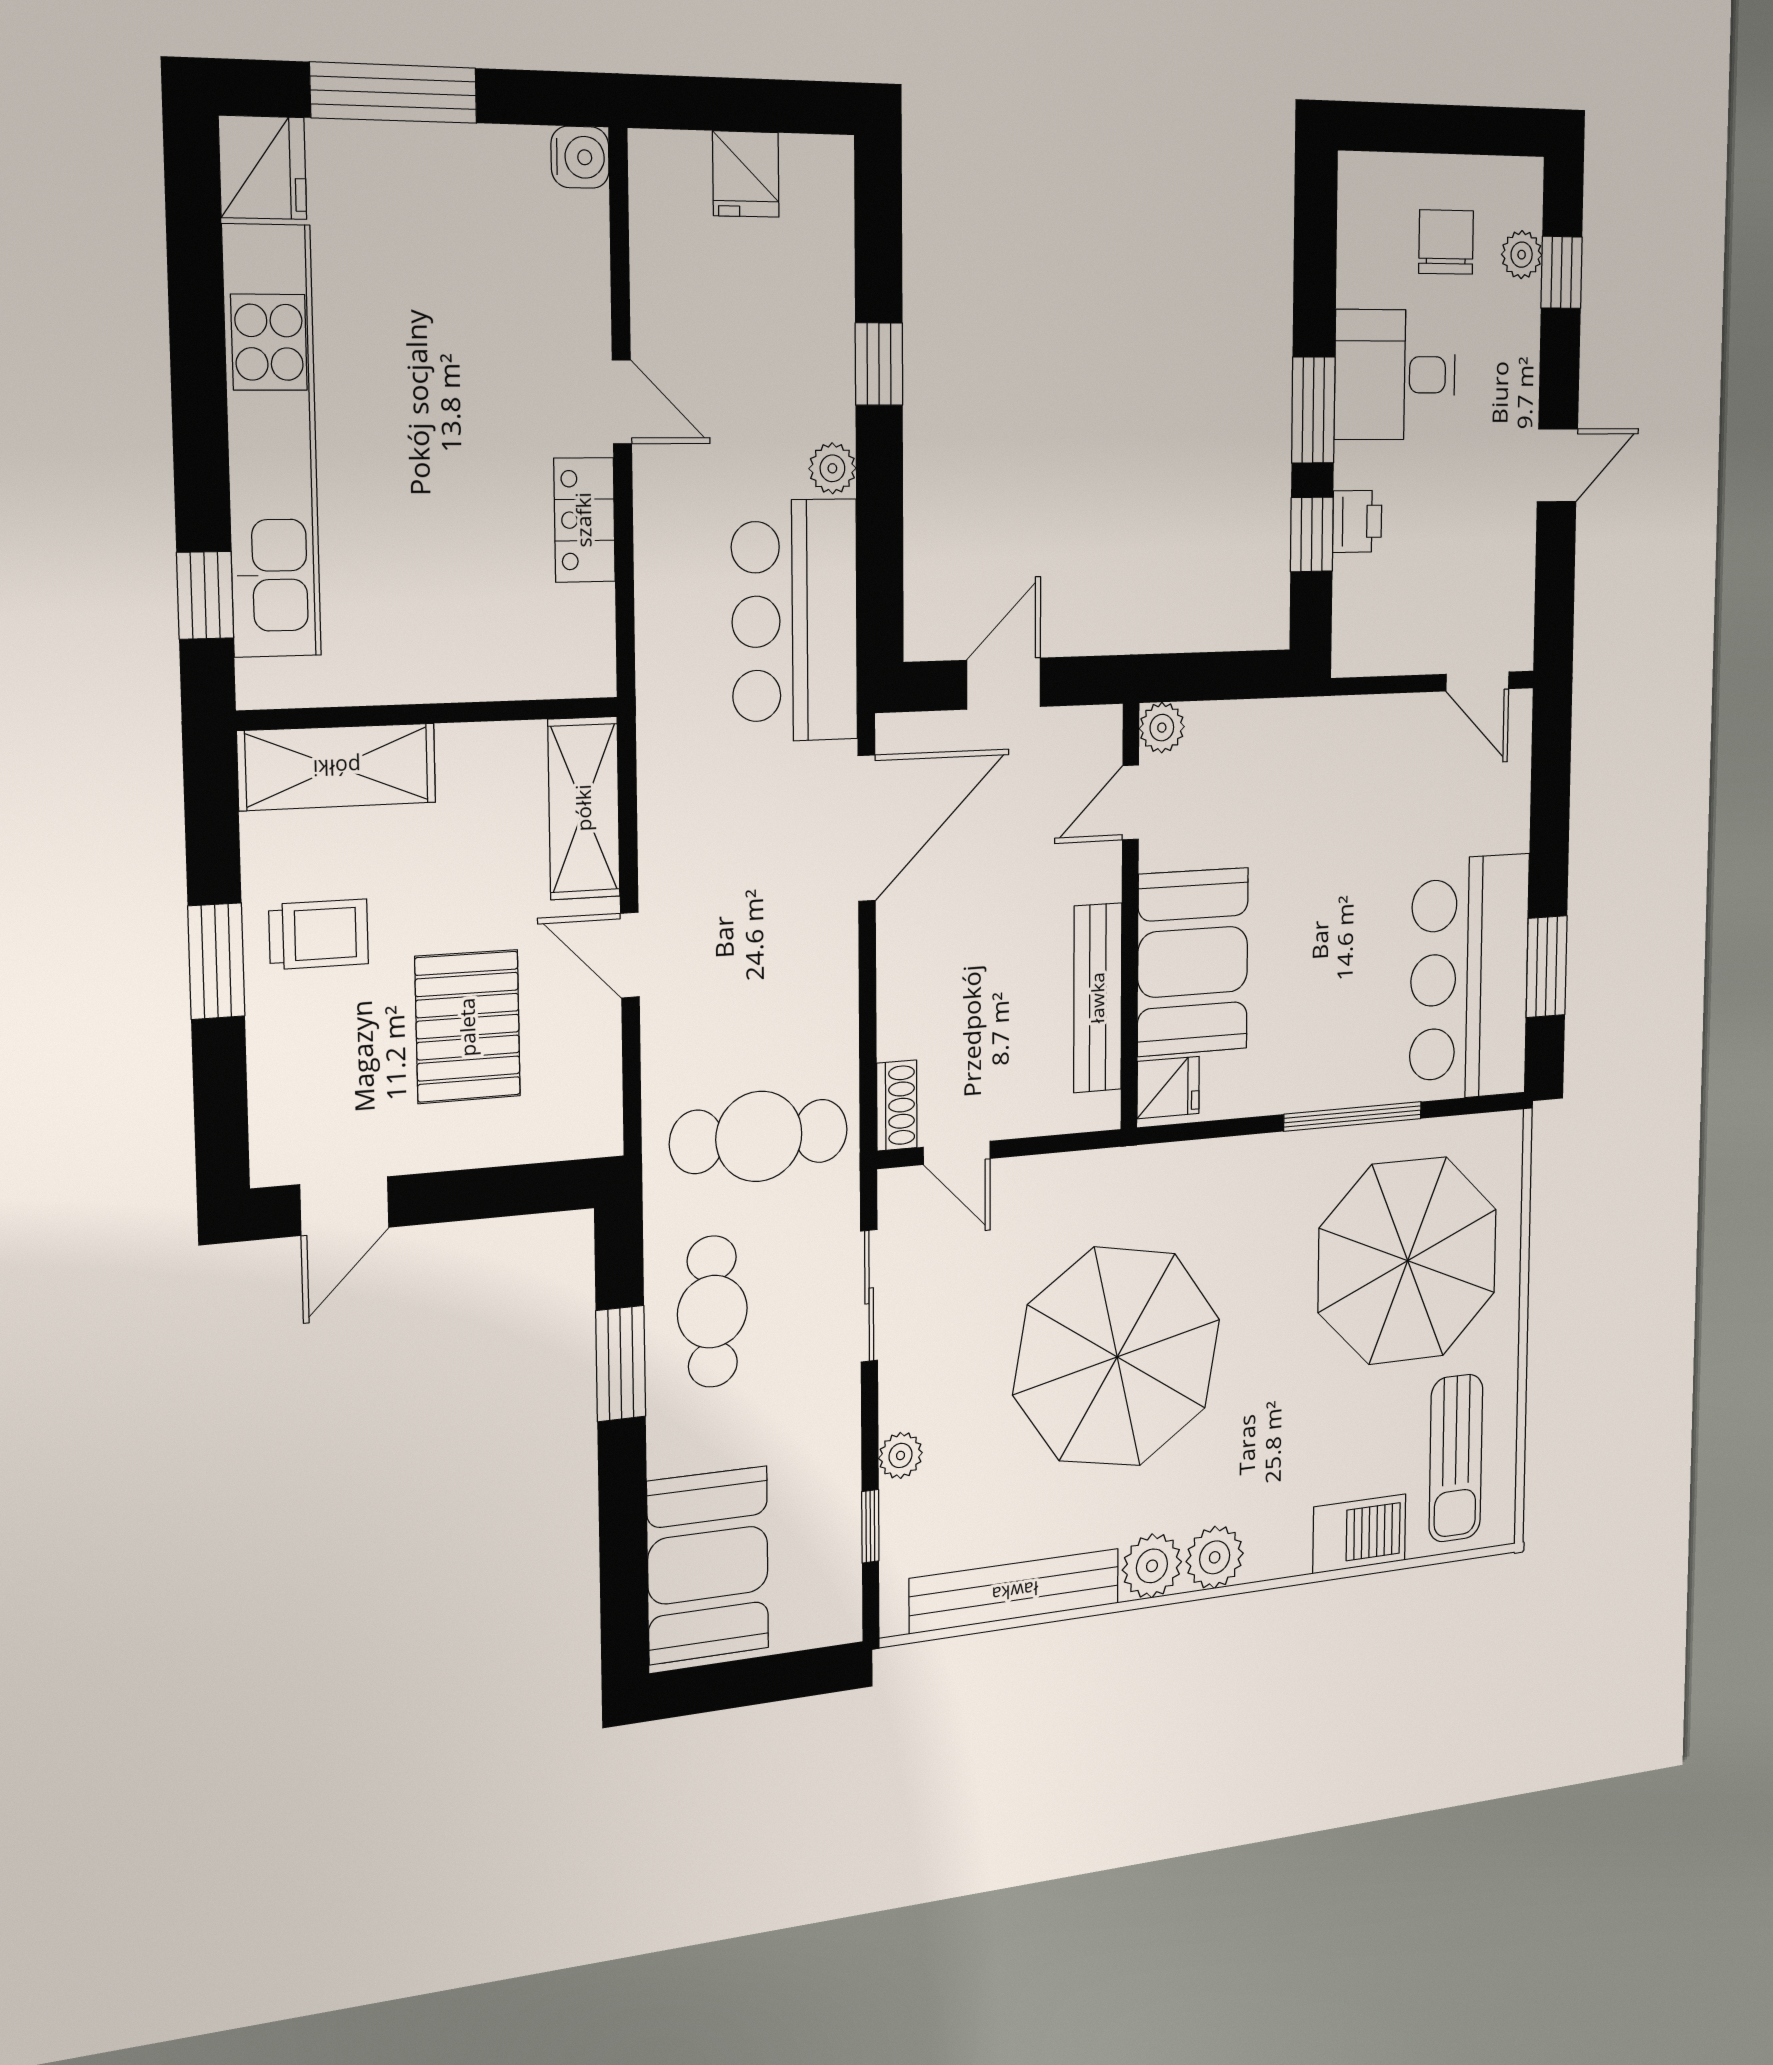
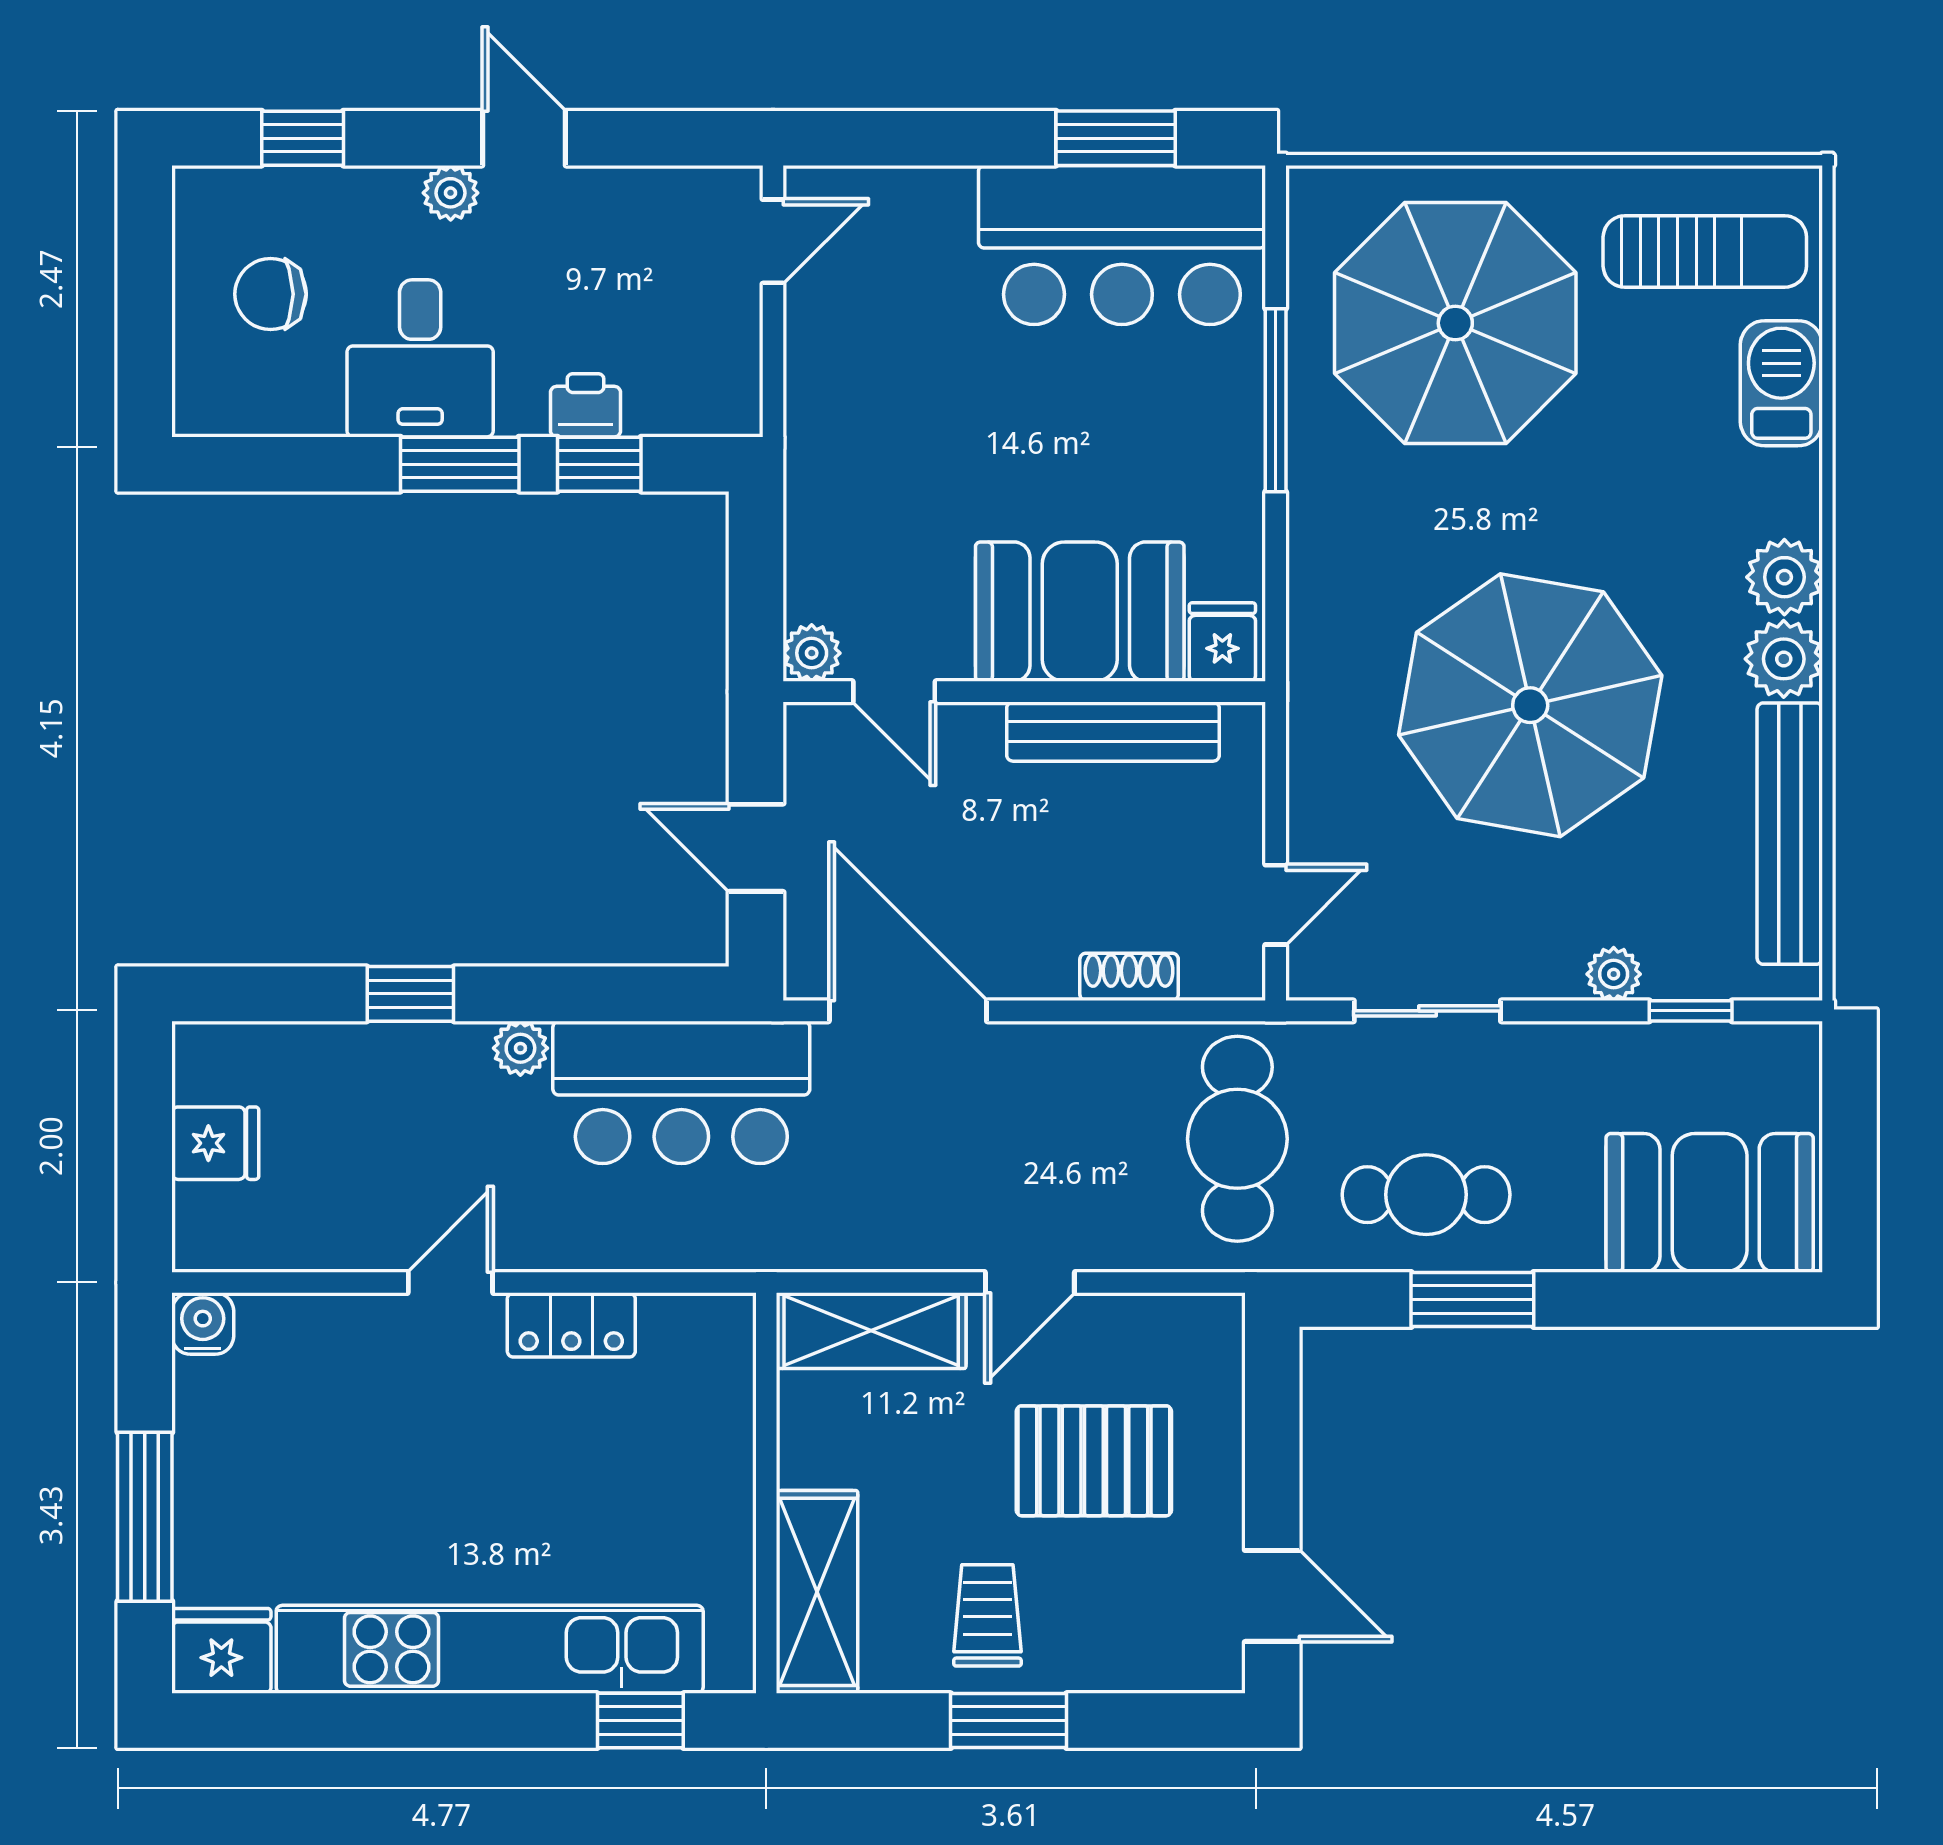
plant: (1522, 255) -> (451, 193), moved
shoe rack: (897, 1106) -> (1129, 977), moved

